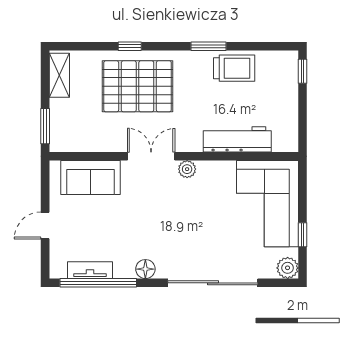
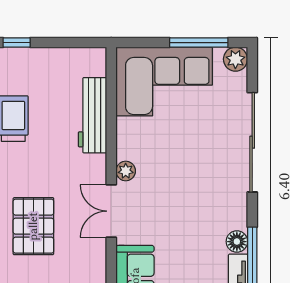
pallet: (138, 86) -> (33, 226), width x0.73, depth x0.71
window: (302, 235) -> (199, 43), width x2.17
floor lamp: (145, 269) -> (237, 242), moved

